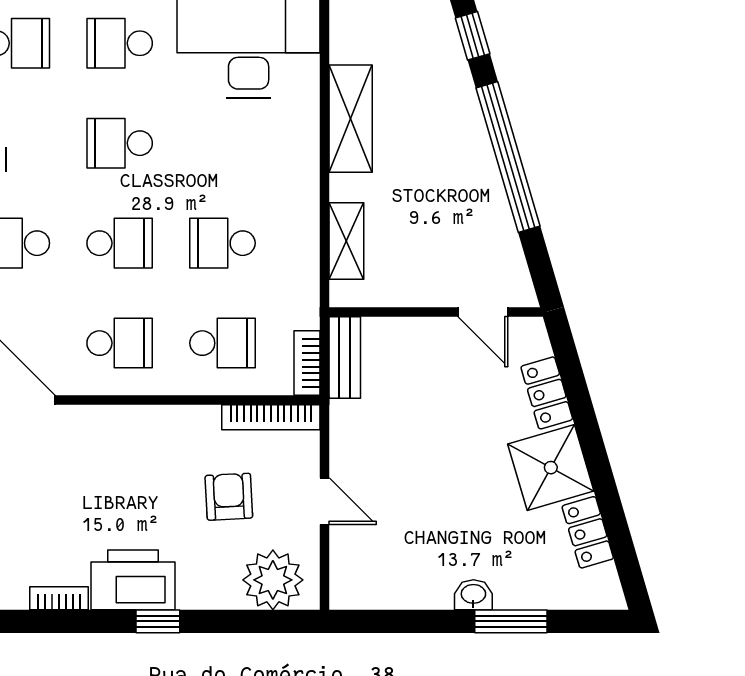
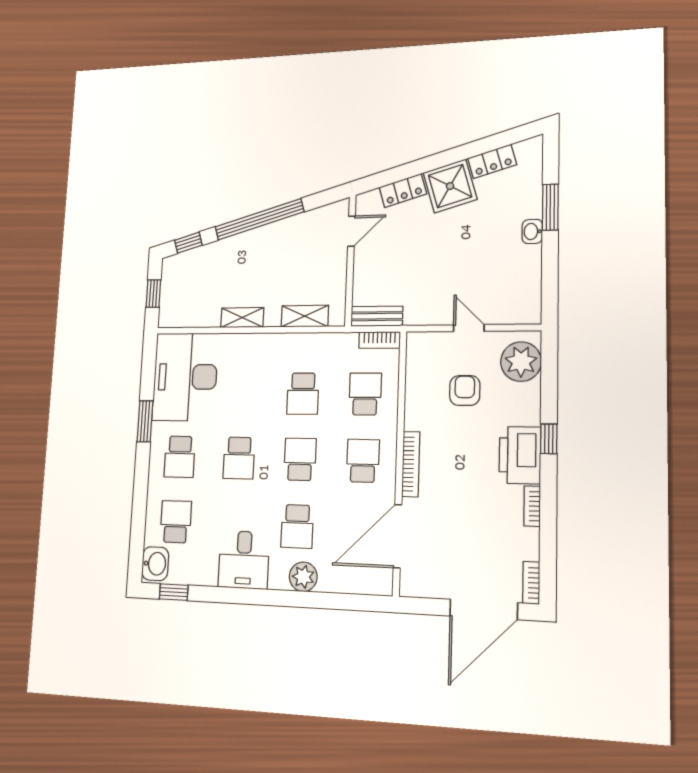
shelving: (351, 119) -> (242, 318), width x0.67, depth x0.75
bookcase: (271, 417) -> (411, 464), moved
armchair: (229, 497) -> (465, 390), turned 93
door: (325, 501) -> (469, 328), hinge flipped

